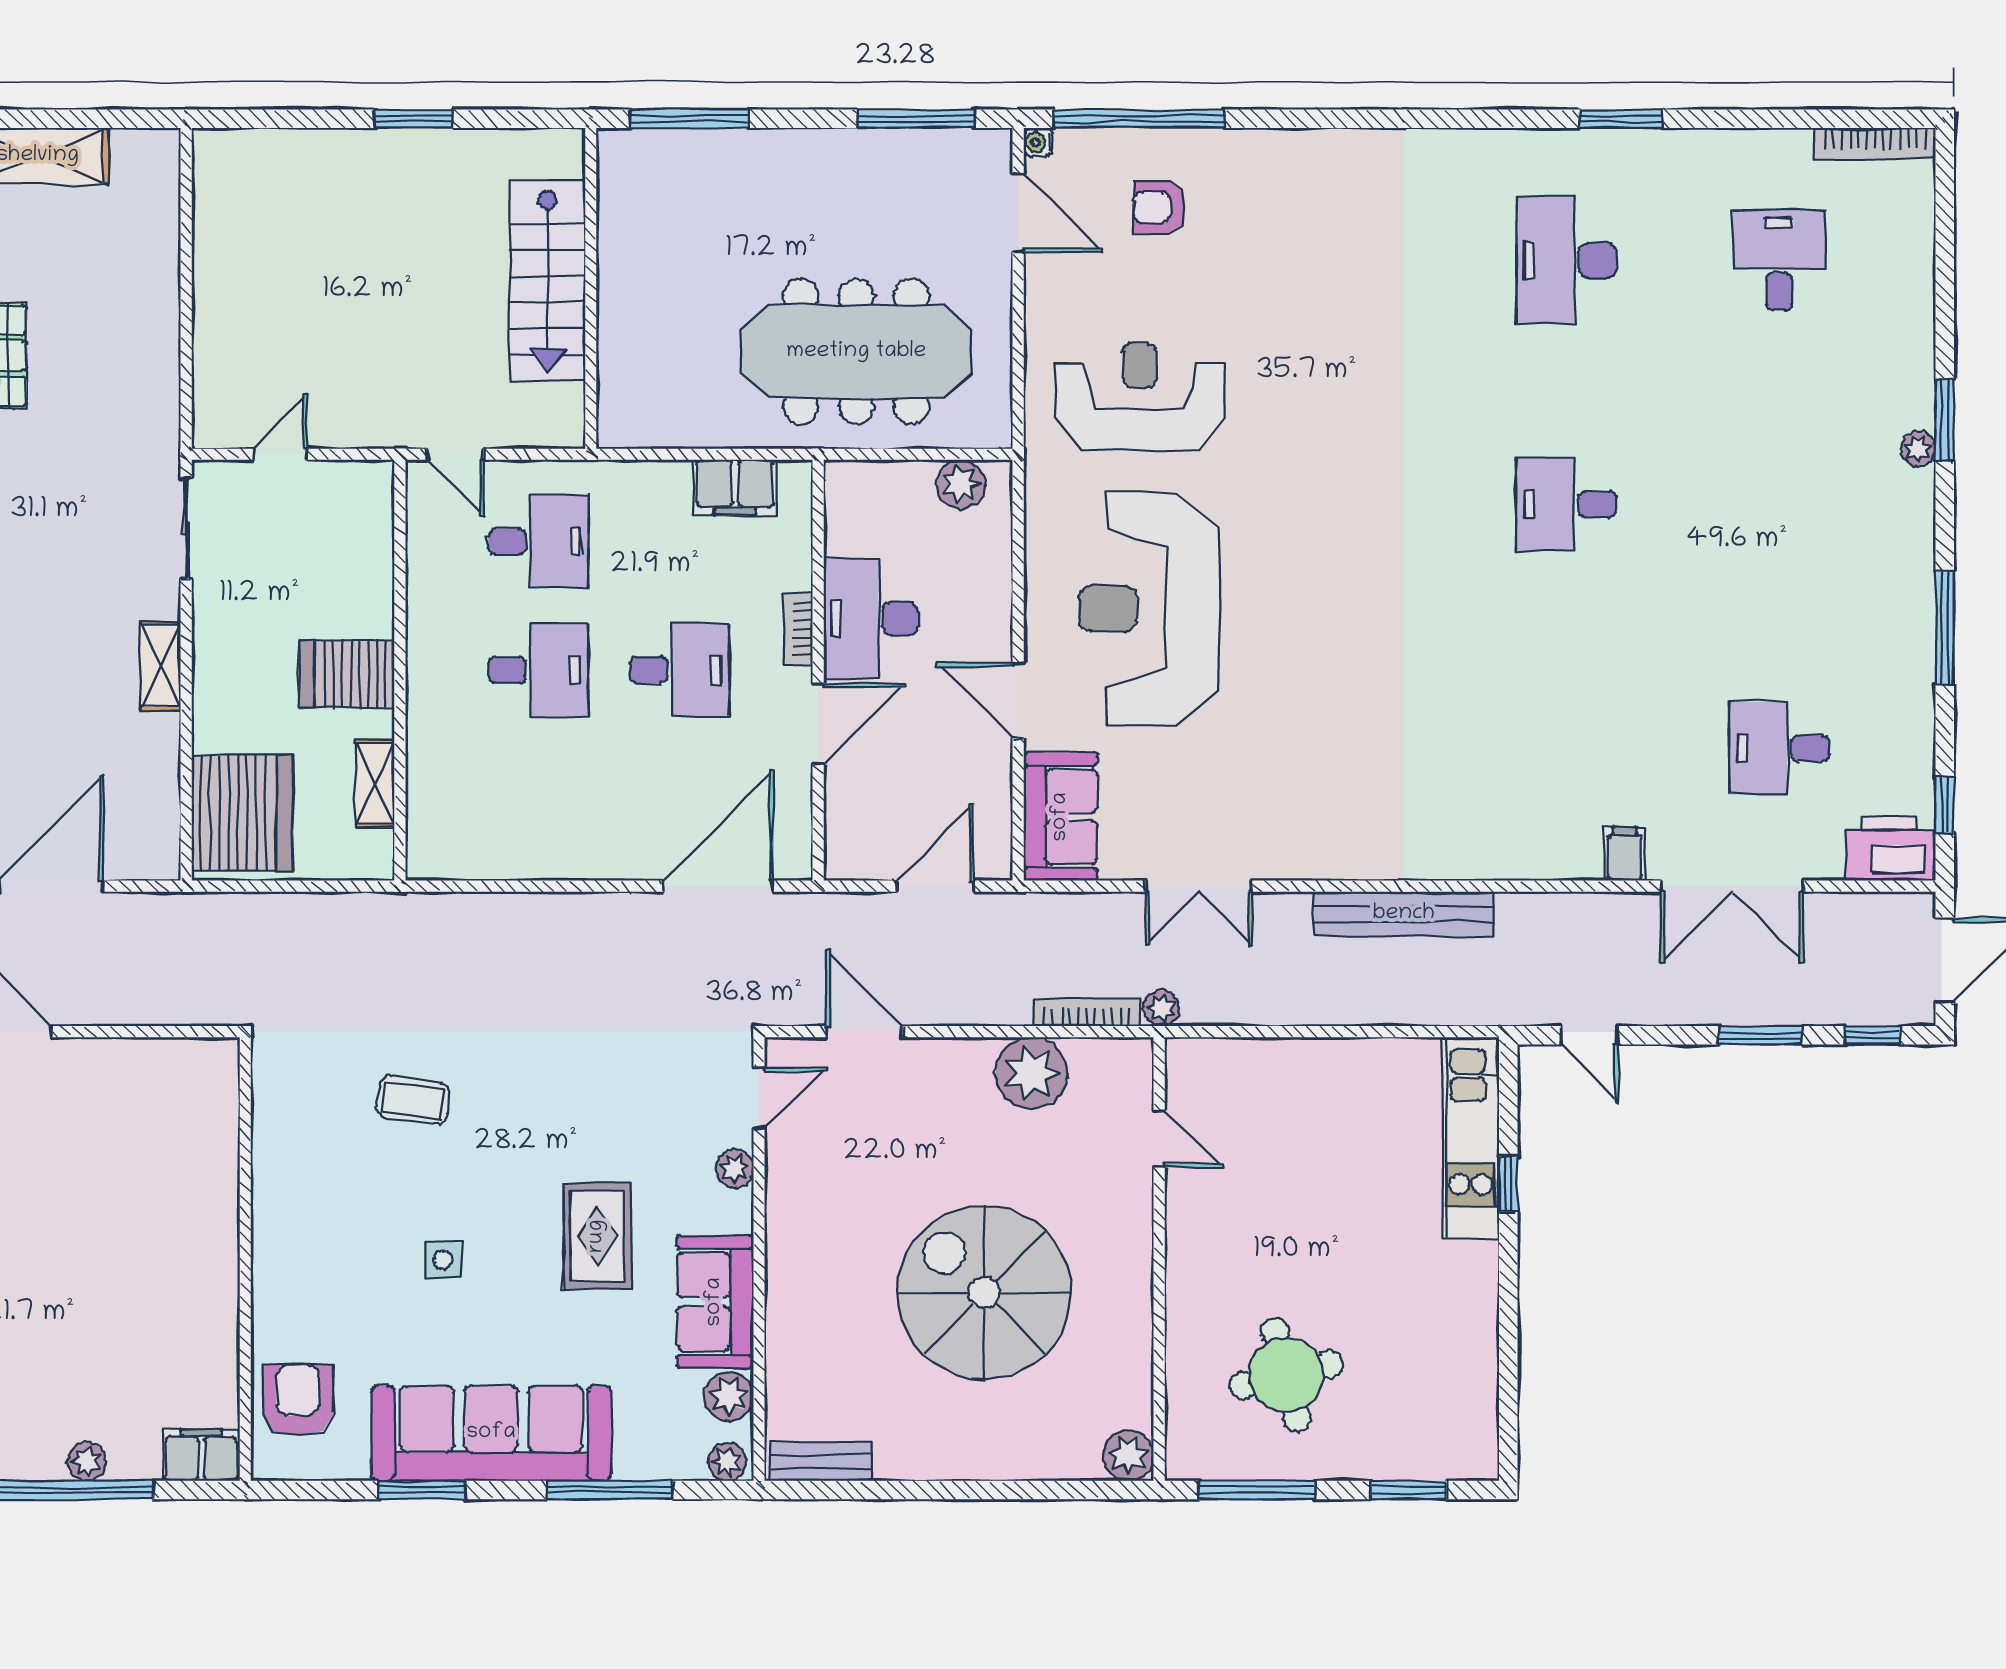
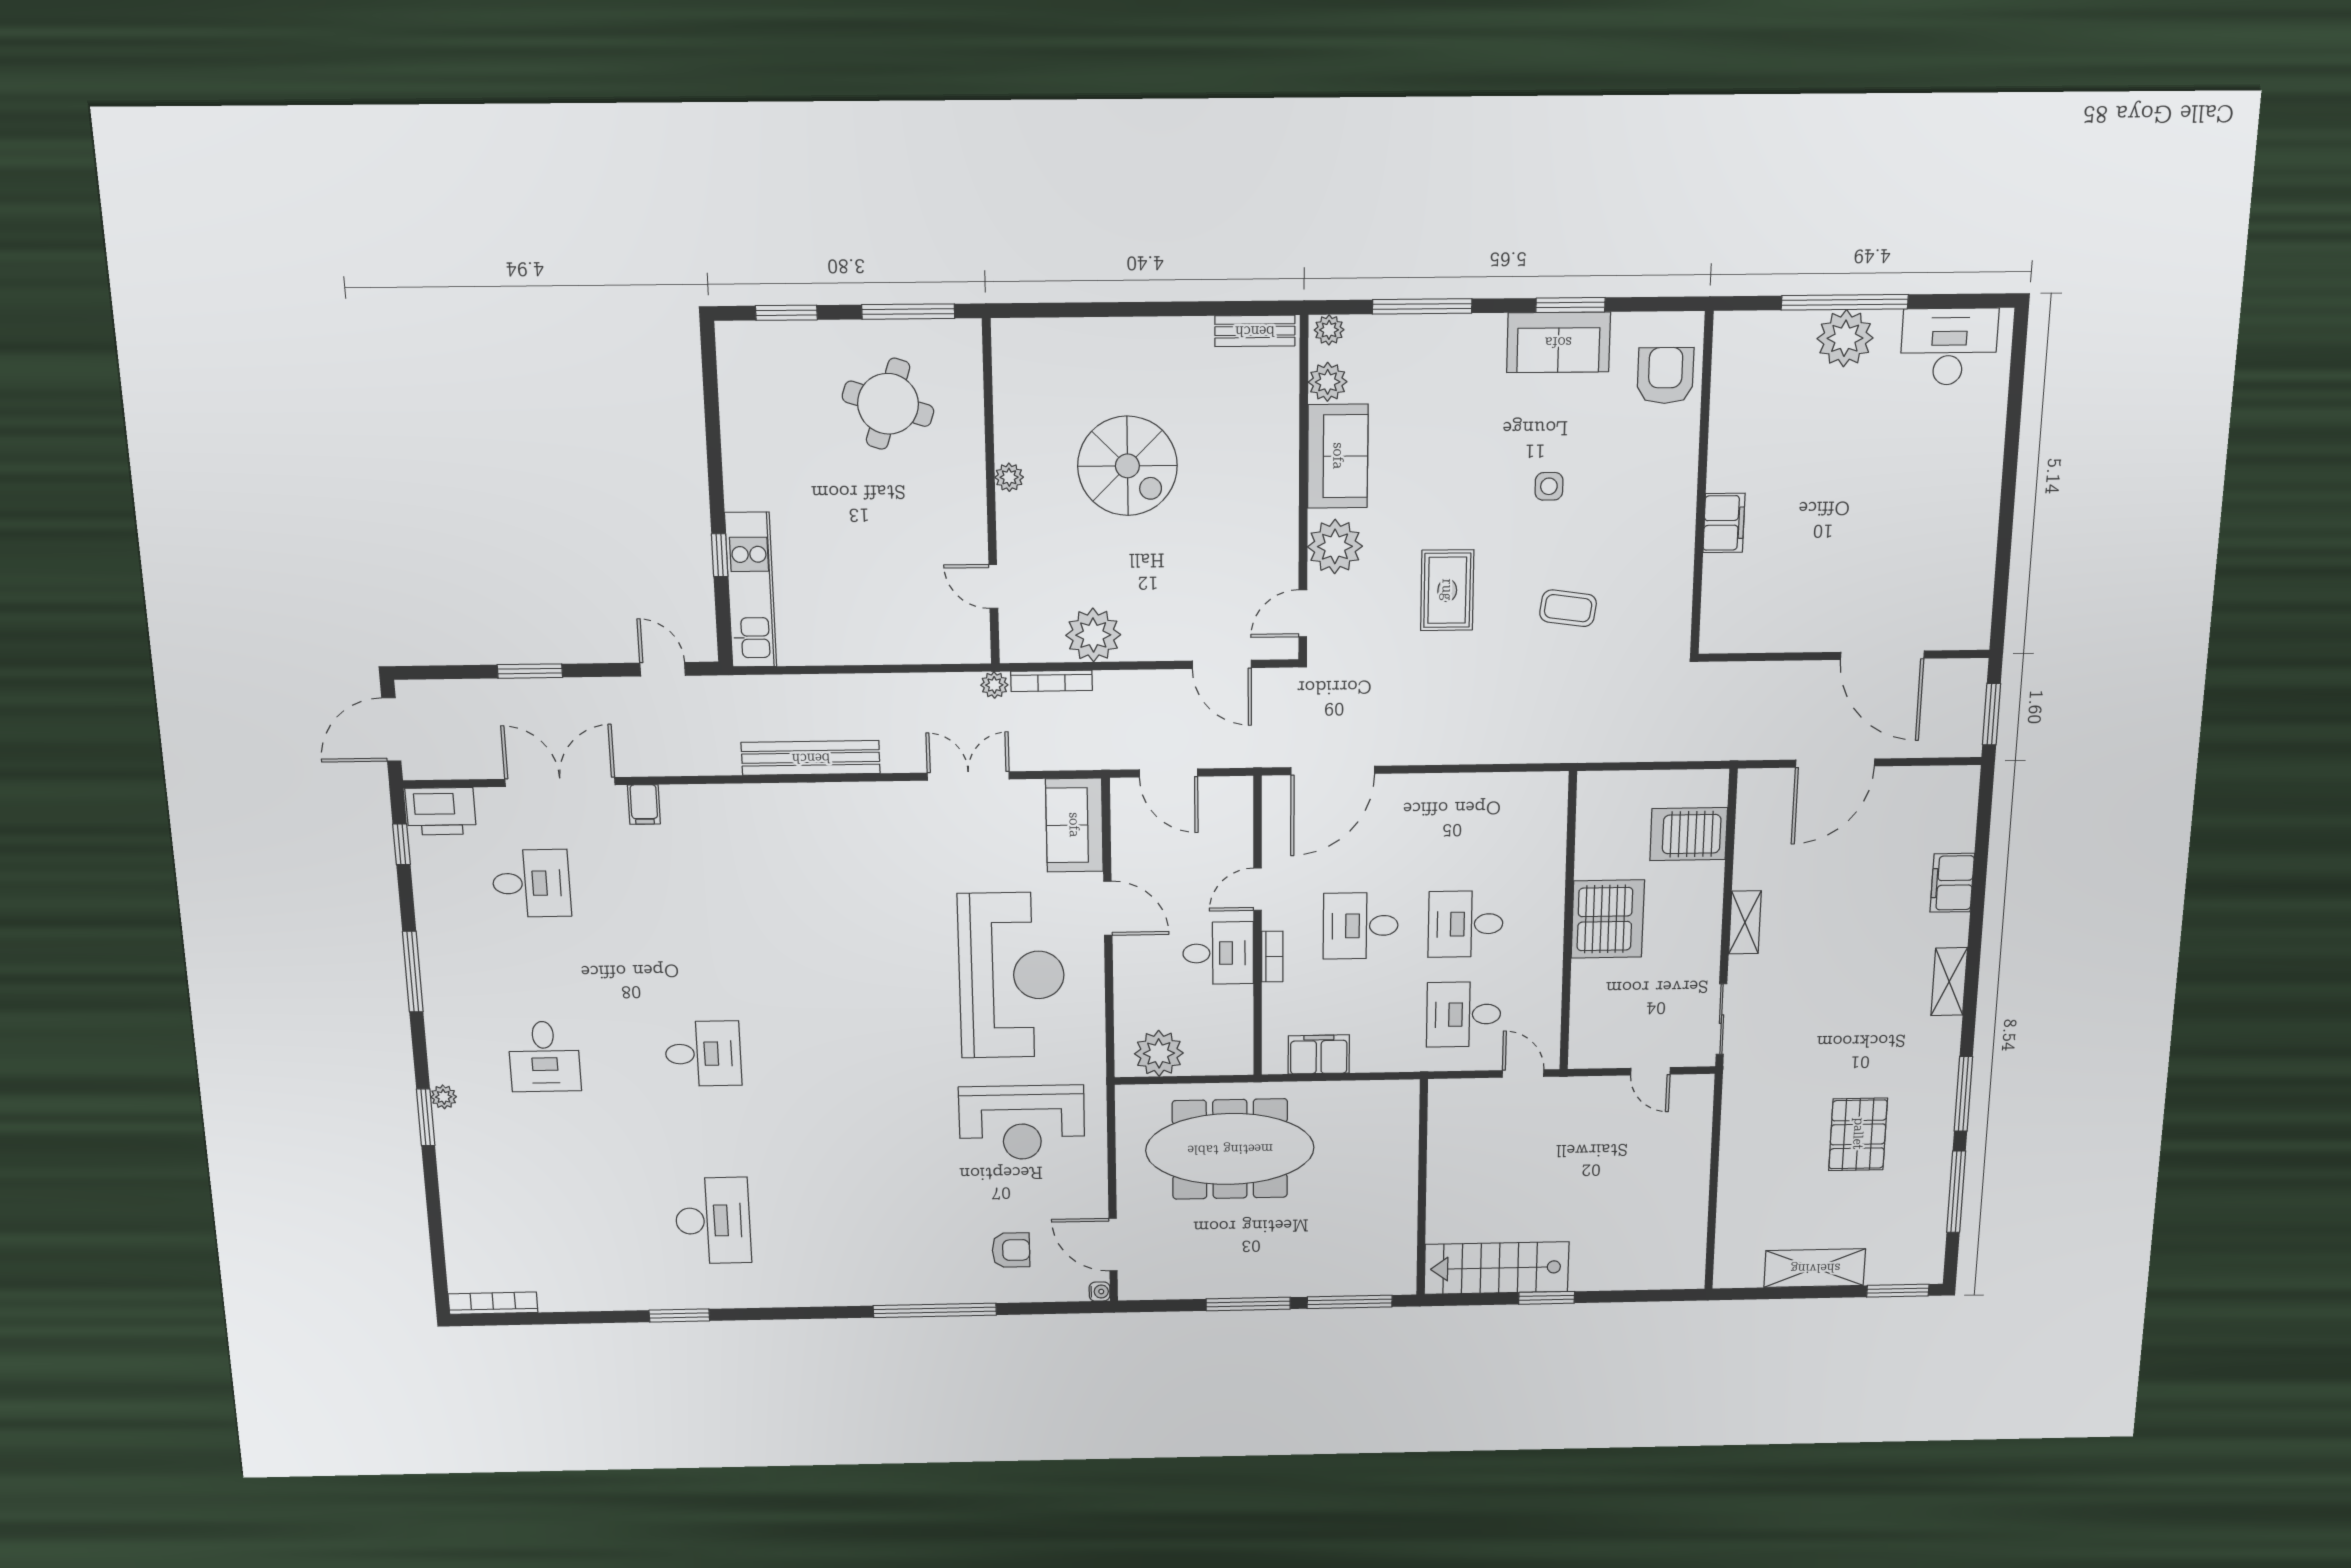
window: (915, 119) -> (1248, 1304), moved
window: (1139, 119) -> (935, 1310), moved
desk: (1779, 260) -> (544, 1057), moved
stairs: (547, 280) -> (1496, 1268), moved, turned -90
door: (280, 454) -> (1650, 1071), hinge flipped
plant: (961, 484) -> (1159, 1053), width x1.36, depth x1.36
desk: (871, 619) -> (1218, 953), width x0.73
server rack: (347, 674) -> (1608, 919), width x1.60
door: (818, 724) -> (1257, 889), width x0.73
shelving: (375, 784) -> (1590, 841), removed
server rack: (242, 813) -> (1689, 834), width x0.62
door: (935, 886) -> (1169, 773), hinge flipped
window: (1872, 1035) -> (443, 672), removed
plant: (735, 1168) -> (1335, 547), width x1.88, depth x1.88
rug: (597, 1236) -> (1447, 590), moved
spiral stairs: (984, 1293) -> (1127, 466), width x0.73, depth x0.73
round table: (1286, 1375) -> (888, 404), turned 32
armchair: (298, 1400) -> (1665, 376), turned 180
sofa: (491, 1433) -> (1558, 342), width x0.54, depth x0.79
filing cabinet: (201, 1455) -> (1724, 523), moved, turned -90
plant: (1128, 1456) -> (1009, 477), moved, width x0.73, depth x0.73
plant: (87, 1462) -> (1845, 338), width x1.88, depth x1.88

